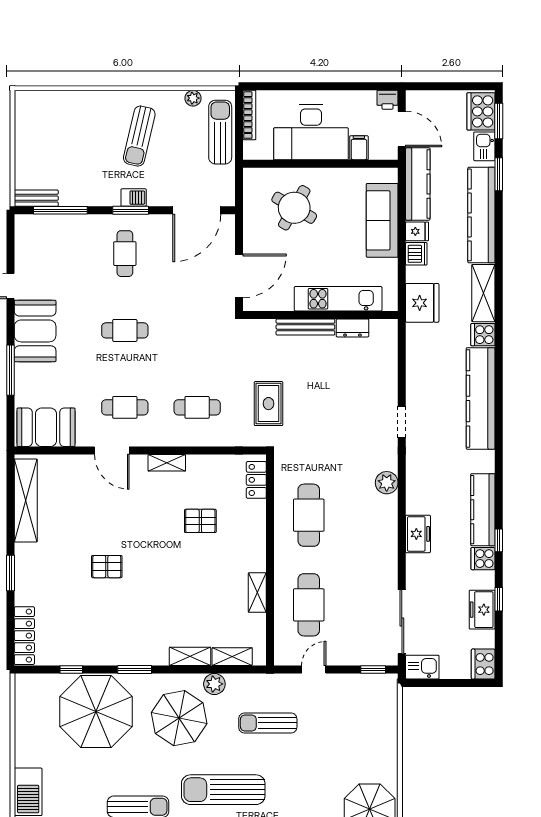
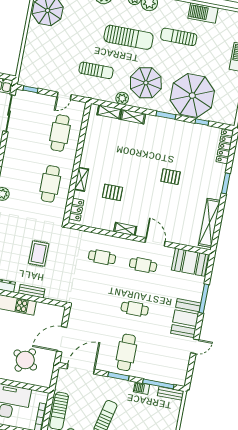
barbecue: (134, 198) -> (142, 388), moved
cafe table: (125, 254) -> (126, 352), width x1.37, depth x1.35
door: (239, 276) -> (62, 339), moved
bench: (305, 327) -> (32, 291), width x0.73
rug: (269, 404) -> (39, 253), moved
shelving: (257, 593) -> (81, 179), moved

